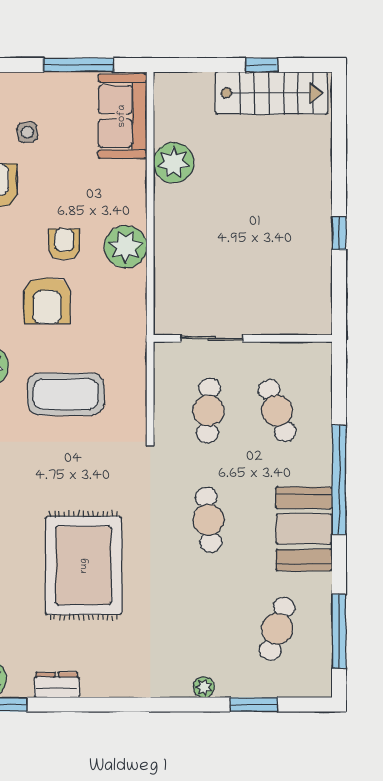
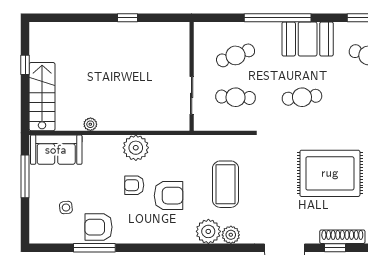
stairs: (271, 93) -> (42, 97), moved
plant: (174, 163) -> (90, 124), width x0.53, depth x0.53

